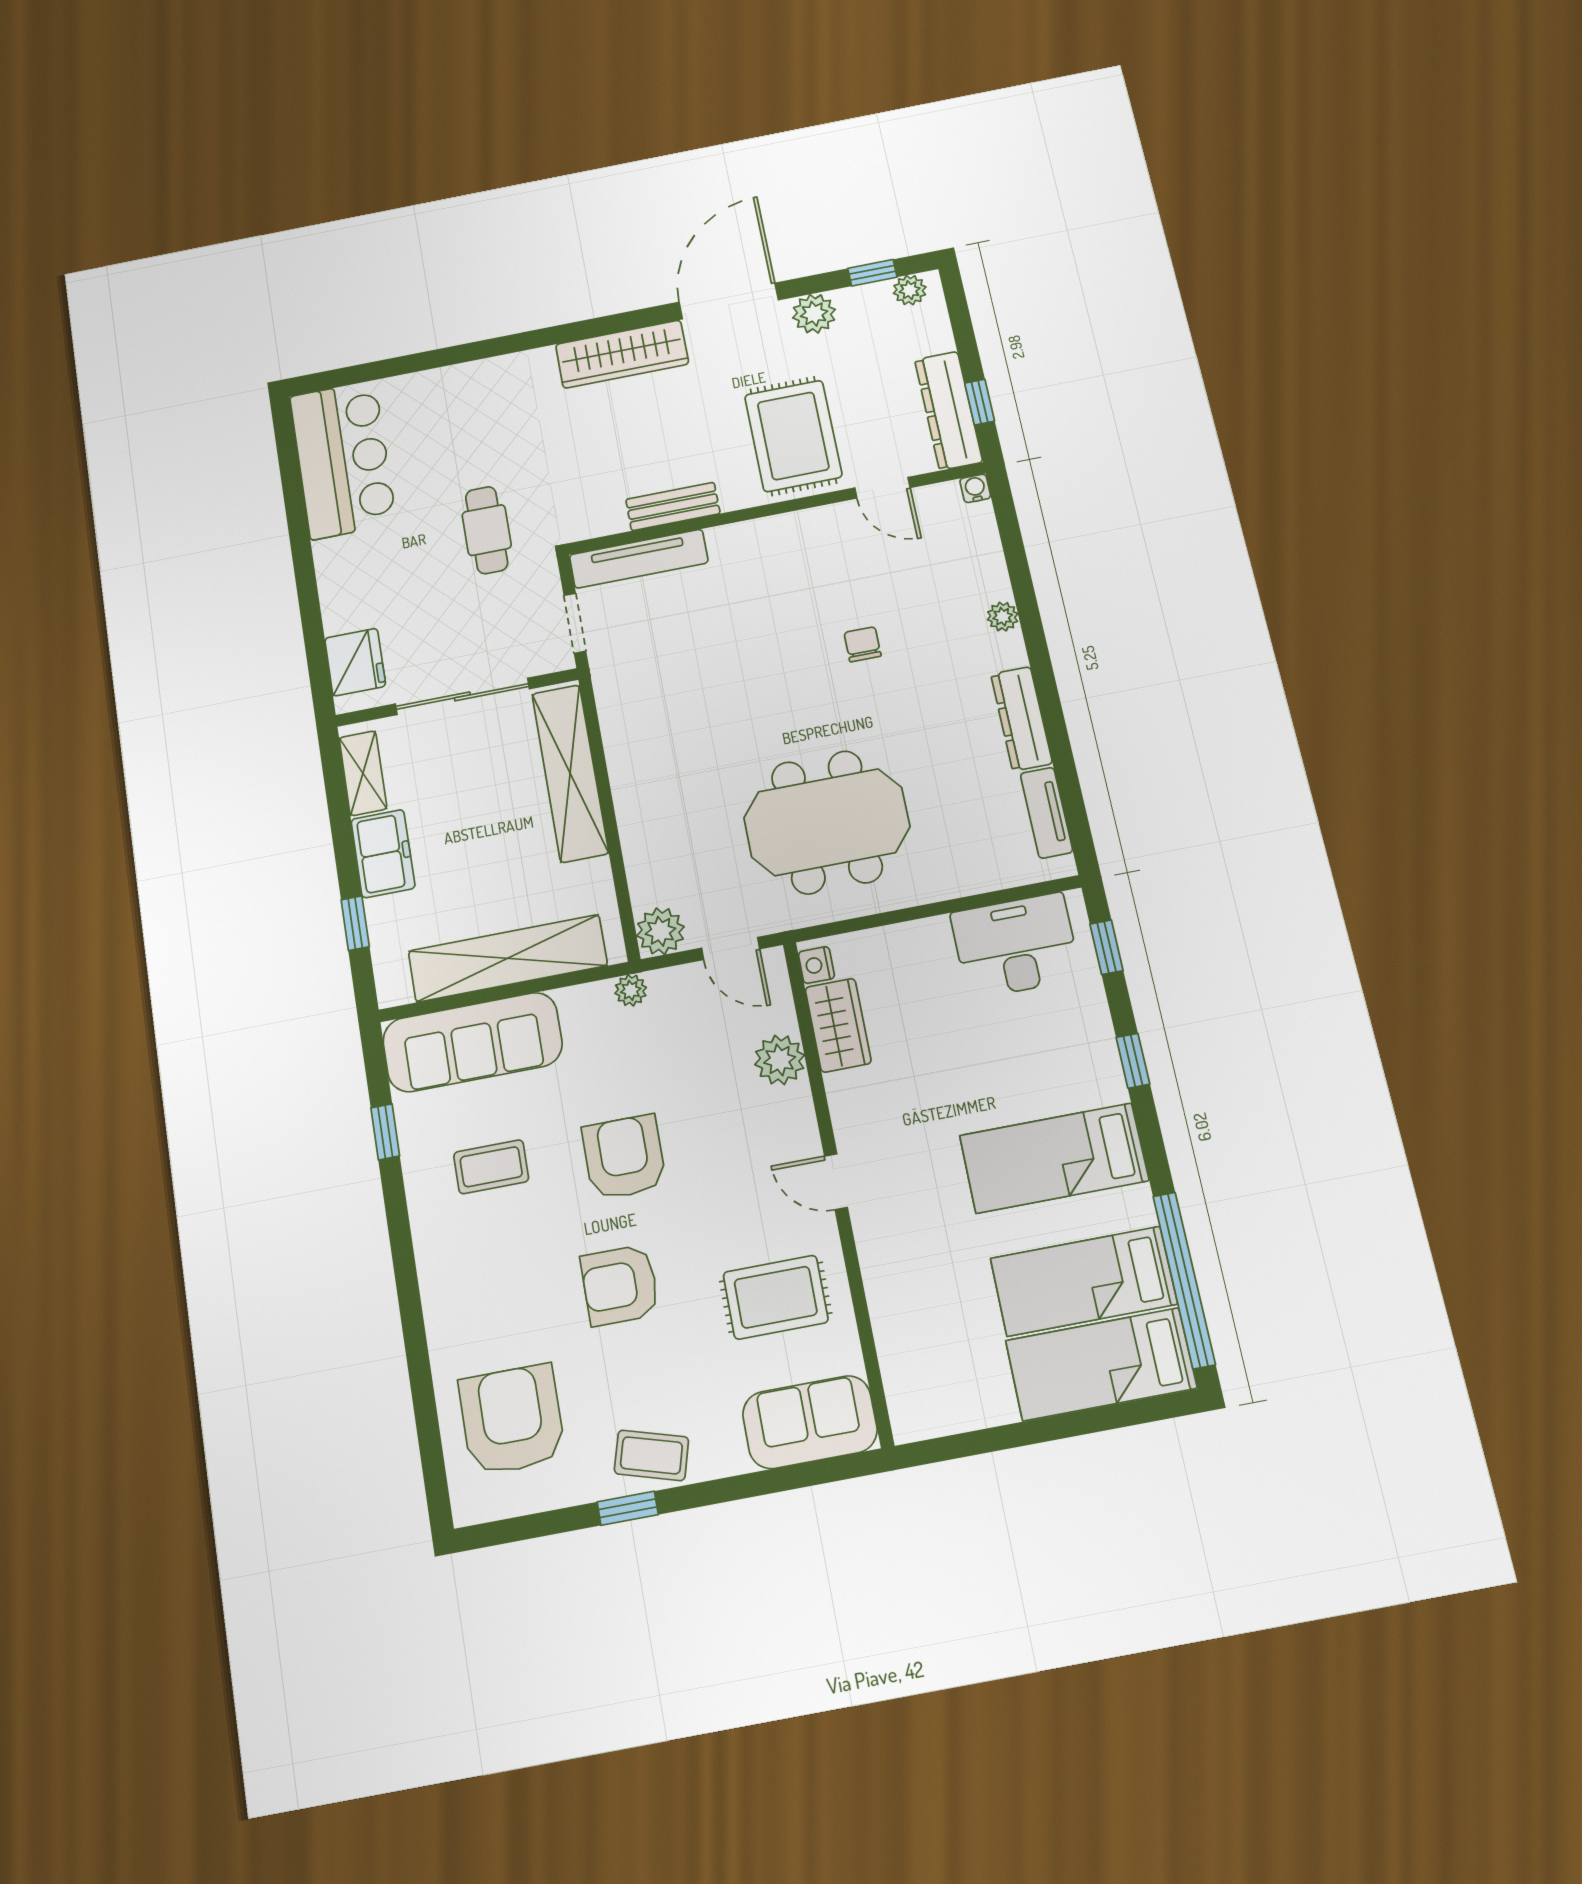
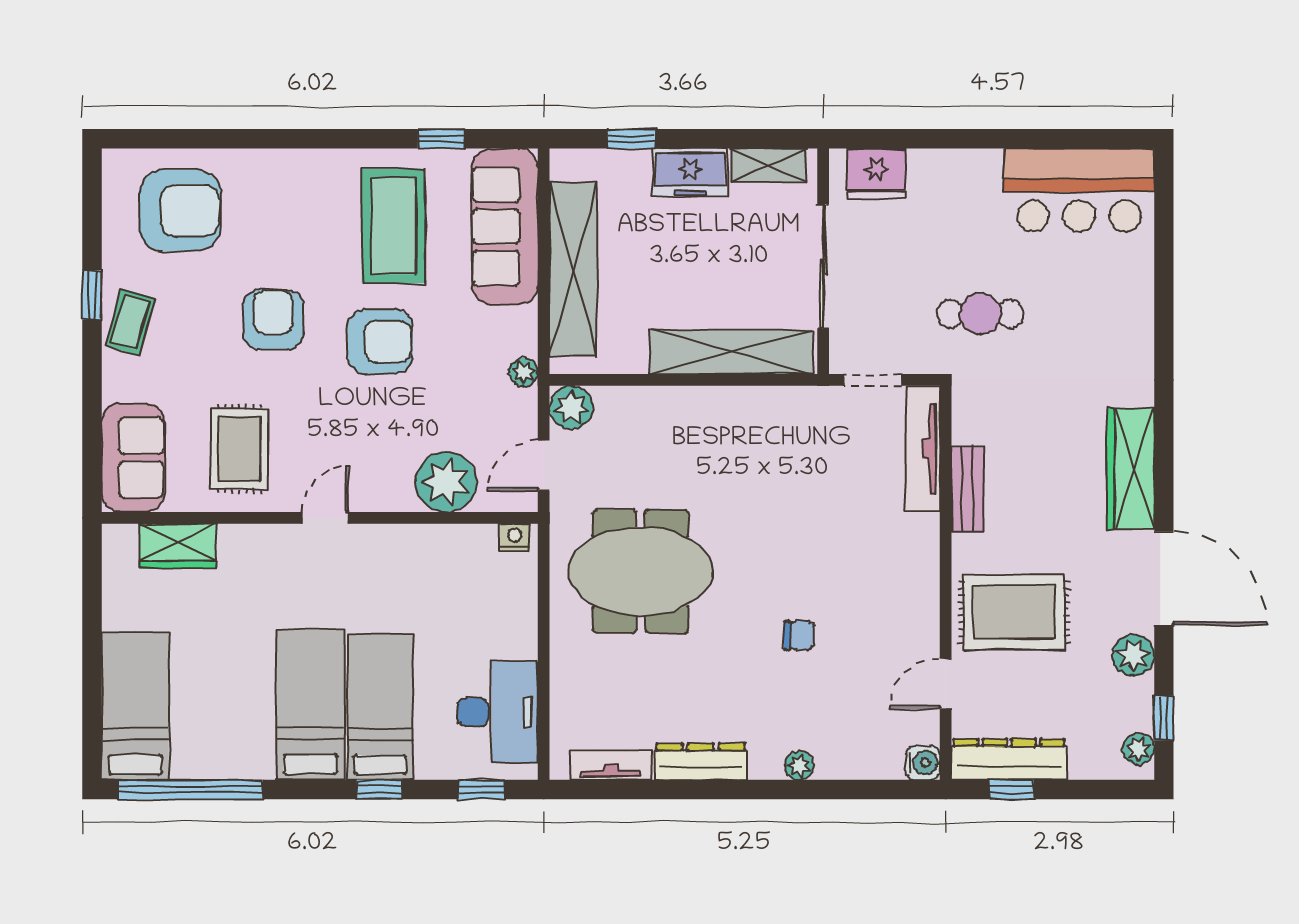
water cooler: (975, 488) -> (923, 763), width x1.38, depth x1.38
meeting table: (827, 822) -> (640, 571), turned 90
wardrobe: (838, 1025) -> (178, 546), moved
plant: (780, 1060) -> (446, 482), width x1.36, depth x1.36
coffee table: (491, 1167) -> (394, 226), width x1.86, depth x1.72
bed: (1084, 1281) -> (380, 707), moved

